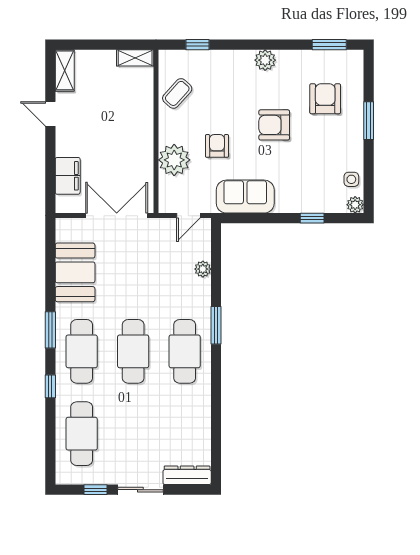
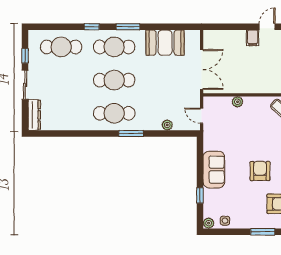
armchair: (217, 146) -> (247, 134), removed
plant: (174, 160) -> (237, 102), width x0.53, depth x0.53
filing cabinet: (68, 176) -> (253, 38), moved, width x0.50
sofa: (245, 197) -> (214, 170), moved

